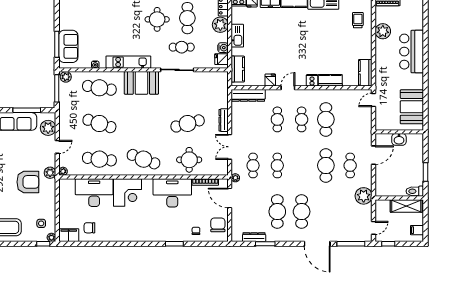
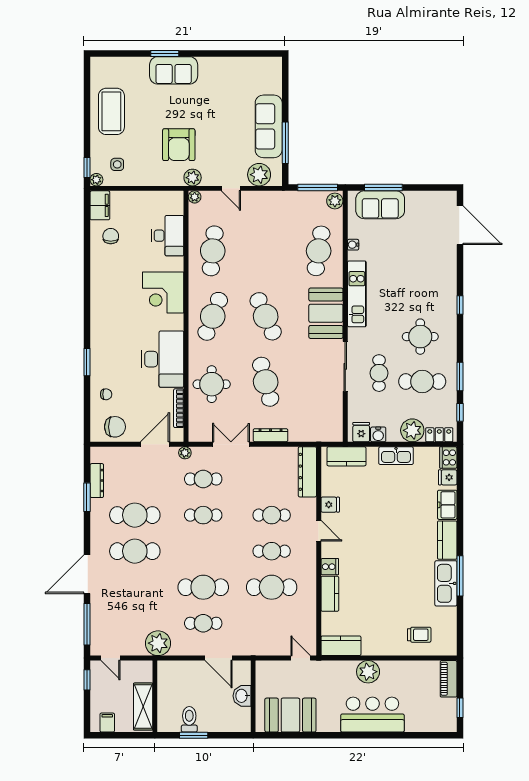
plant: (383, 31) -> (368, 672), moved
cafe table: (99, 123) -> (266, 316), moved, turned -42
toilet: (415, 191) -> (189, 719), moved
desk: (94, 193) -> (168, 236), width x0.73, depth x0.77

